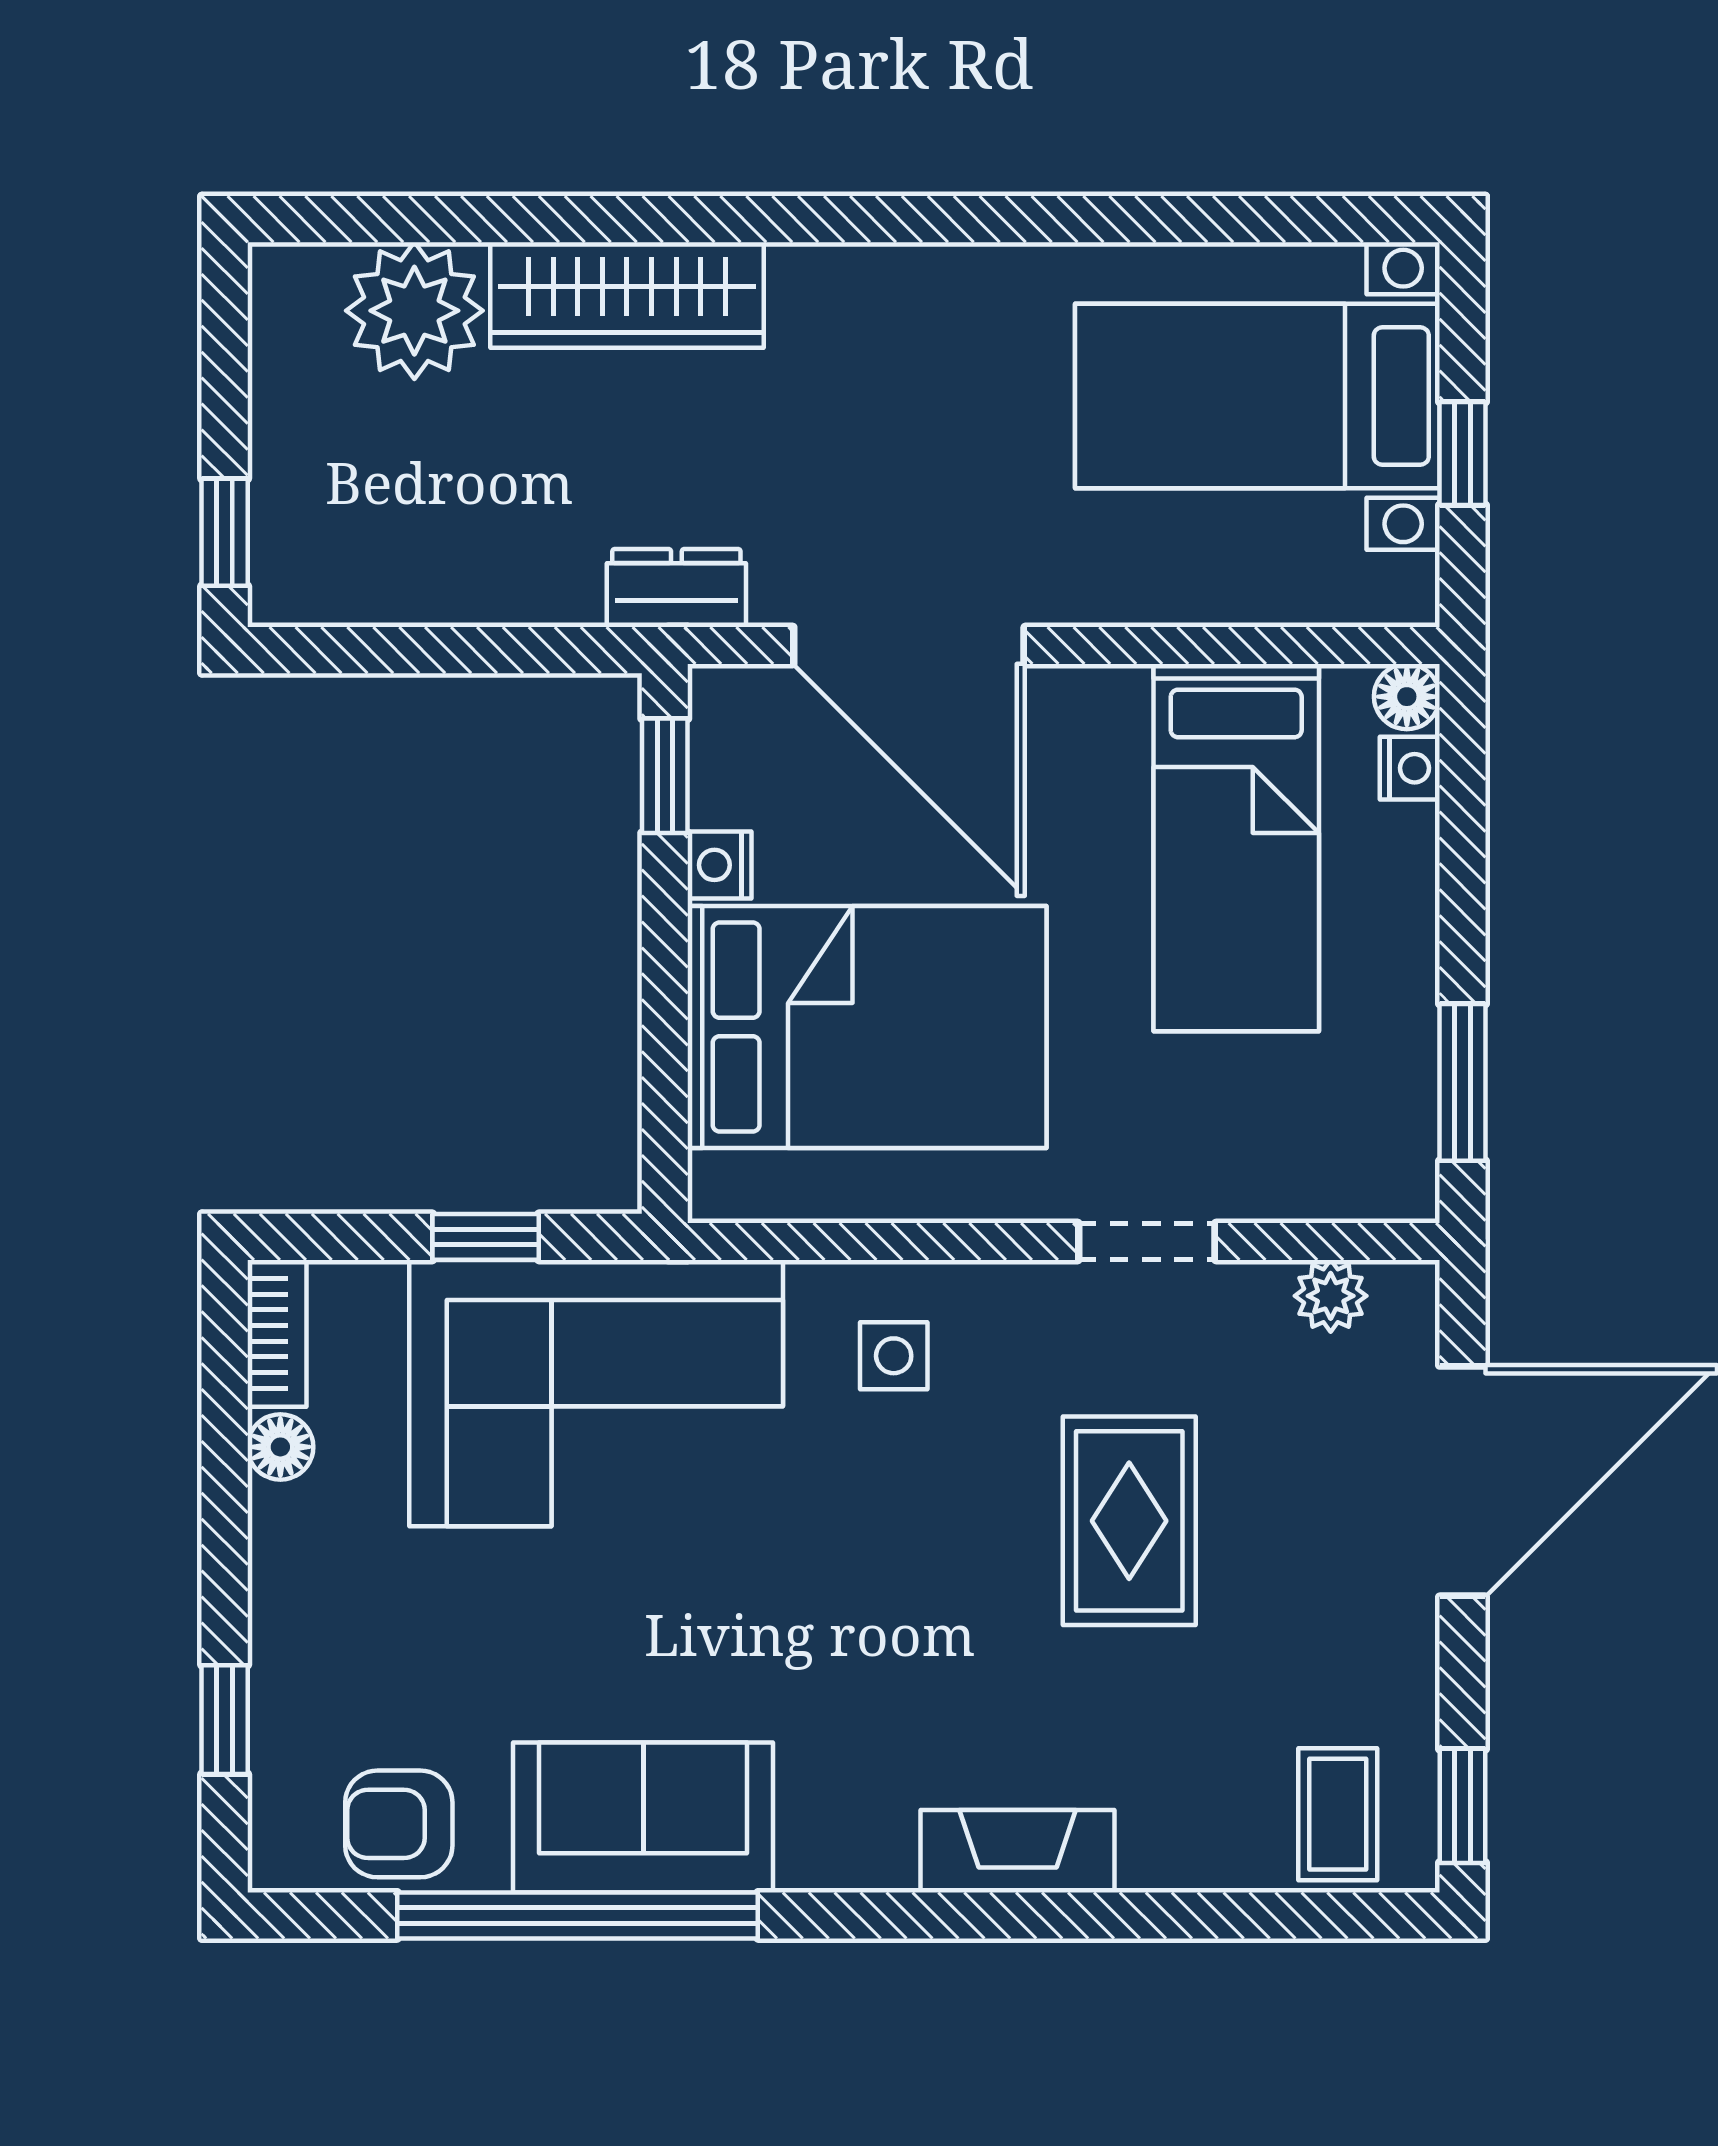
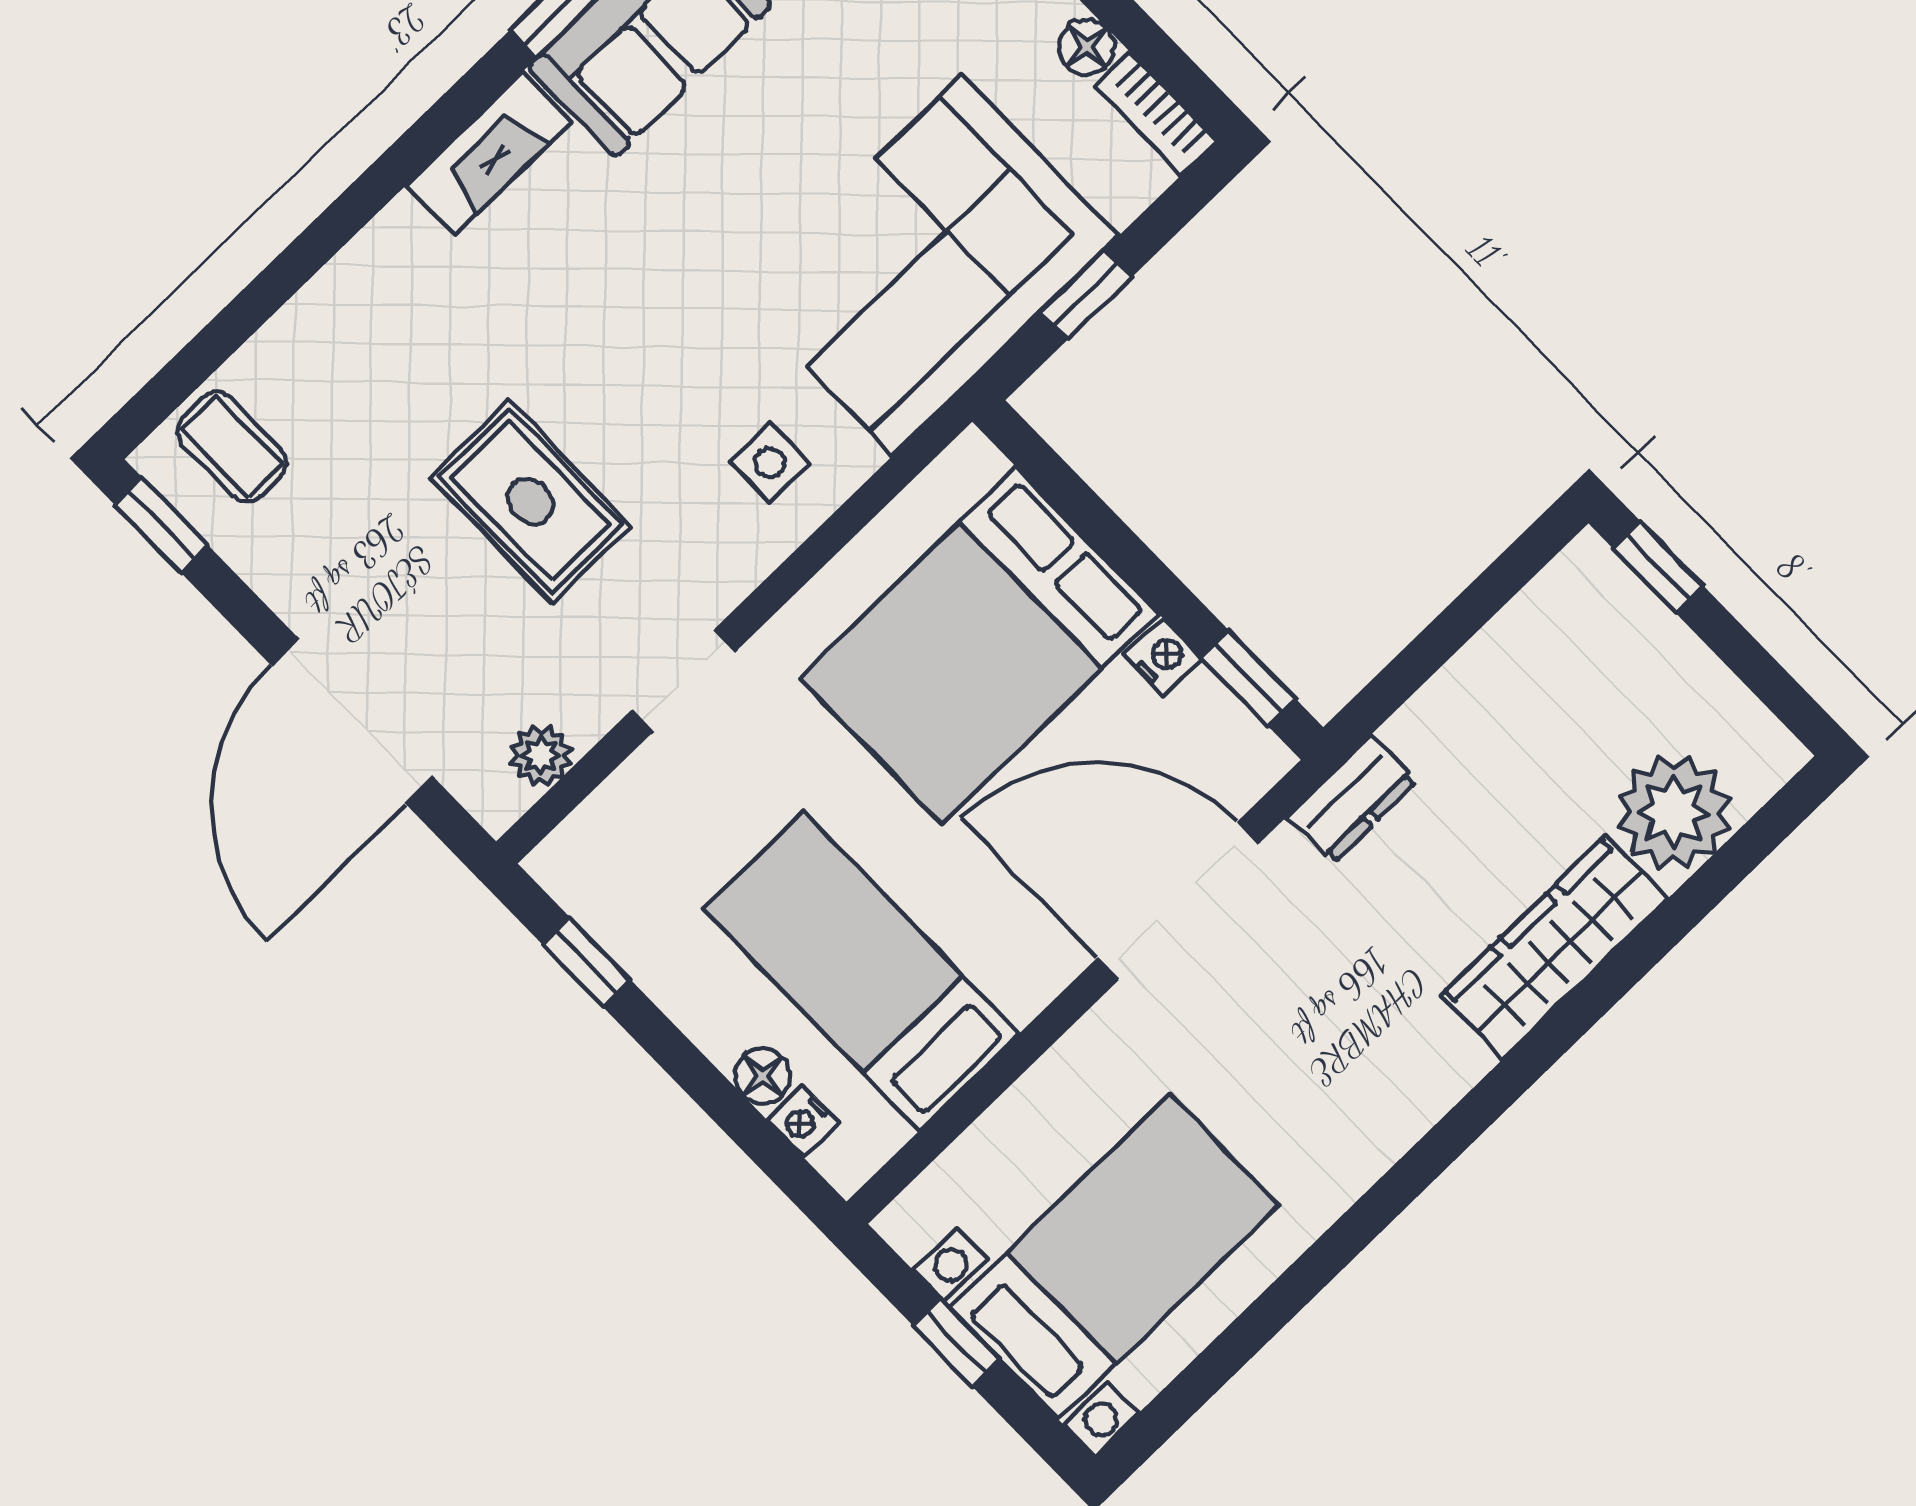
floor lamp: (1407, 697) -> (763, 1076), moved
window: (1462, 1082) -> (587, 962), width x0.67
fireplace: (1018, 1851) -> (488, 153), moved

